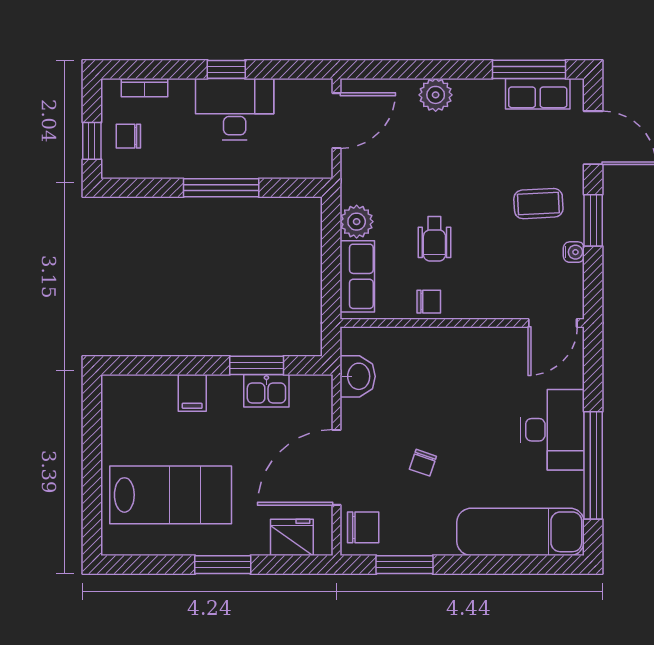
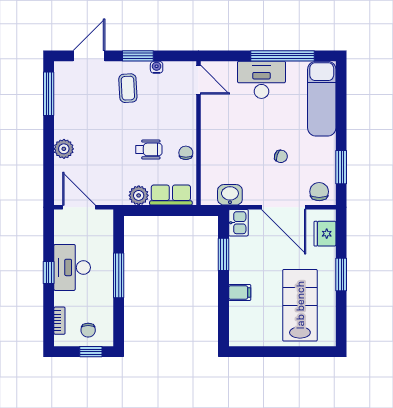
row of seats: (538, 94) -> (63, 89), removed
kitchen sink: (266, 391) -> (238, 223), moved

